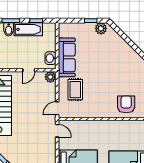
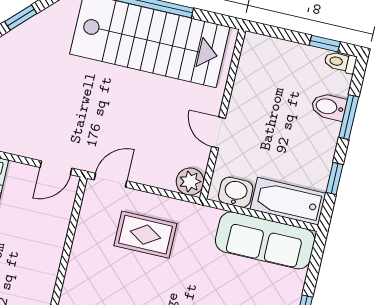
bathtub: (28, 29) -> (288, 201), moved, turned 90
sofa: (67, 57) -> (265, 240), moved
door: (57, 108) -> (110, 180), hinge flipped

